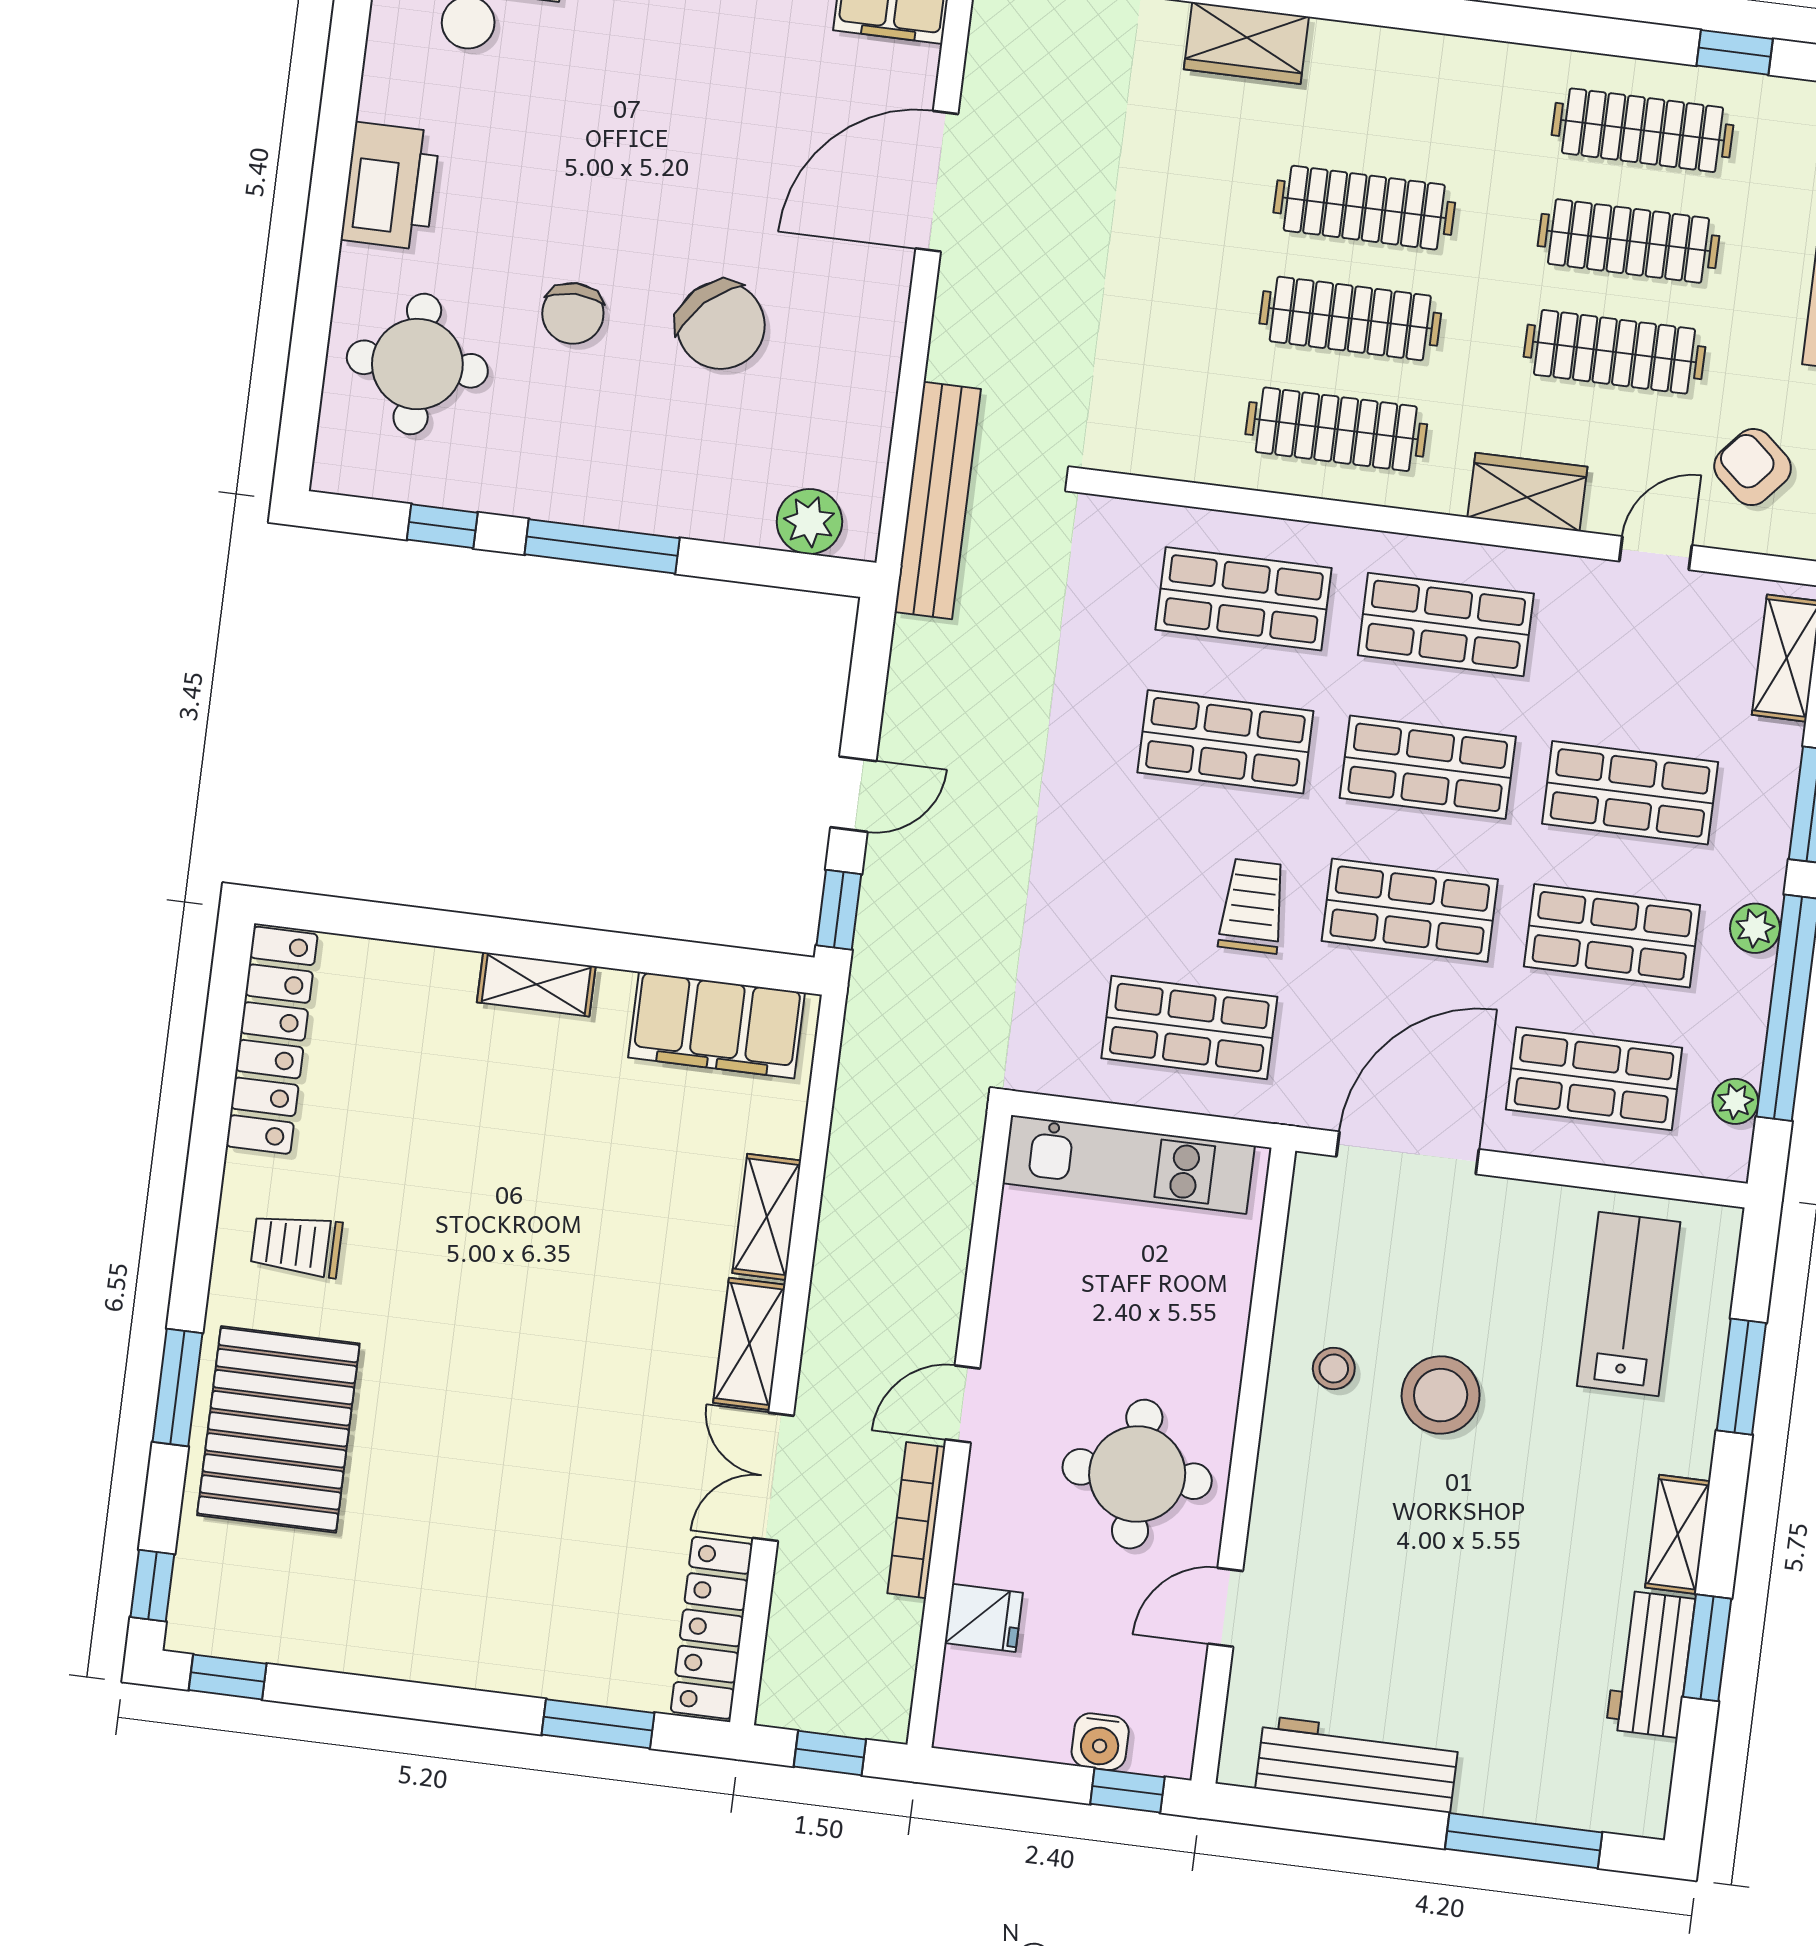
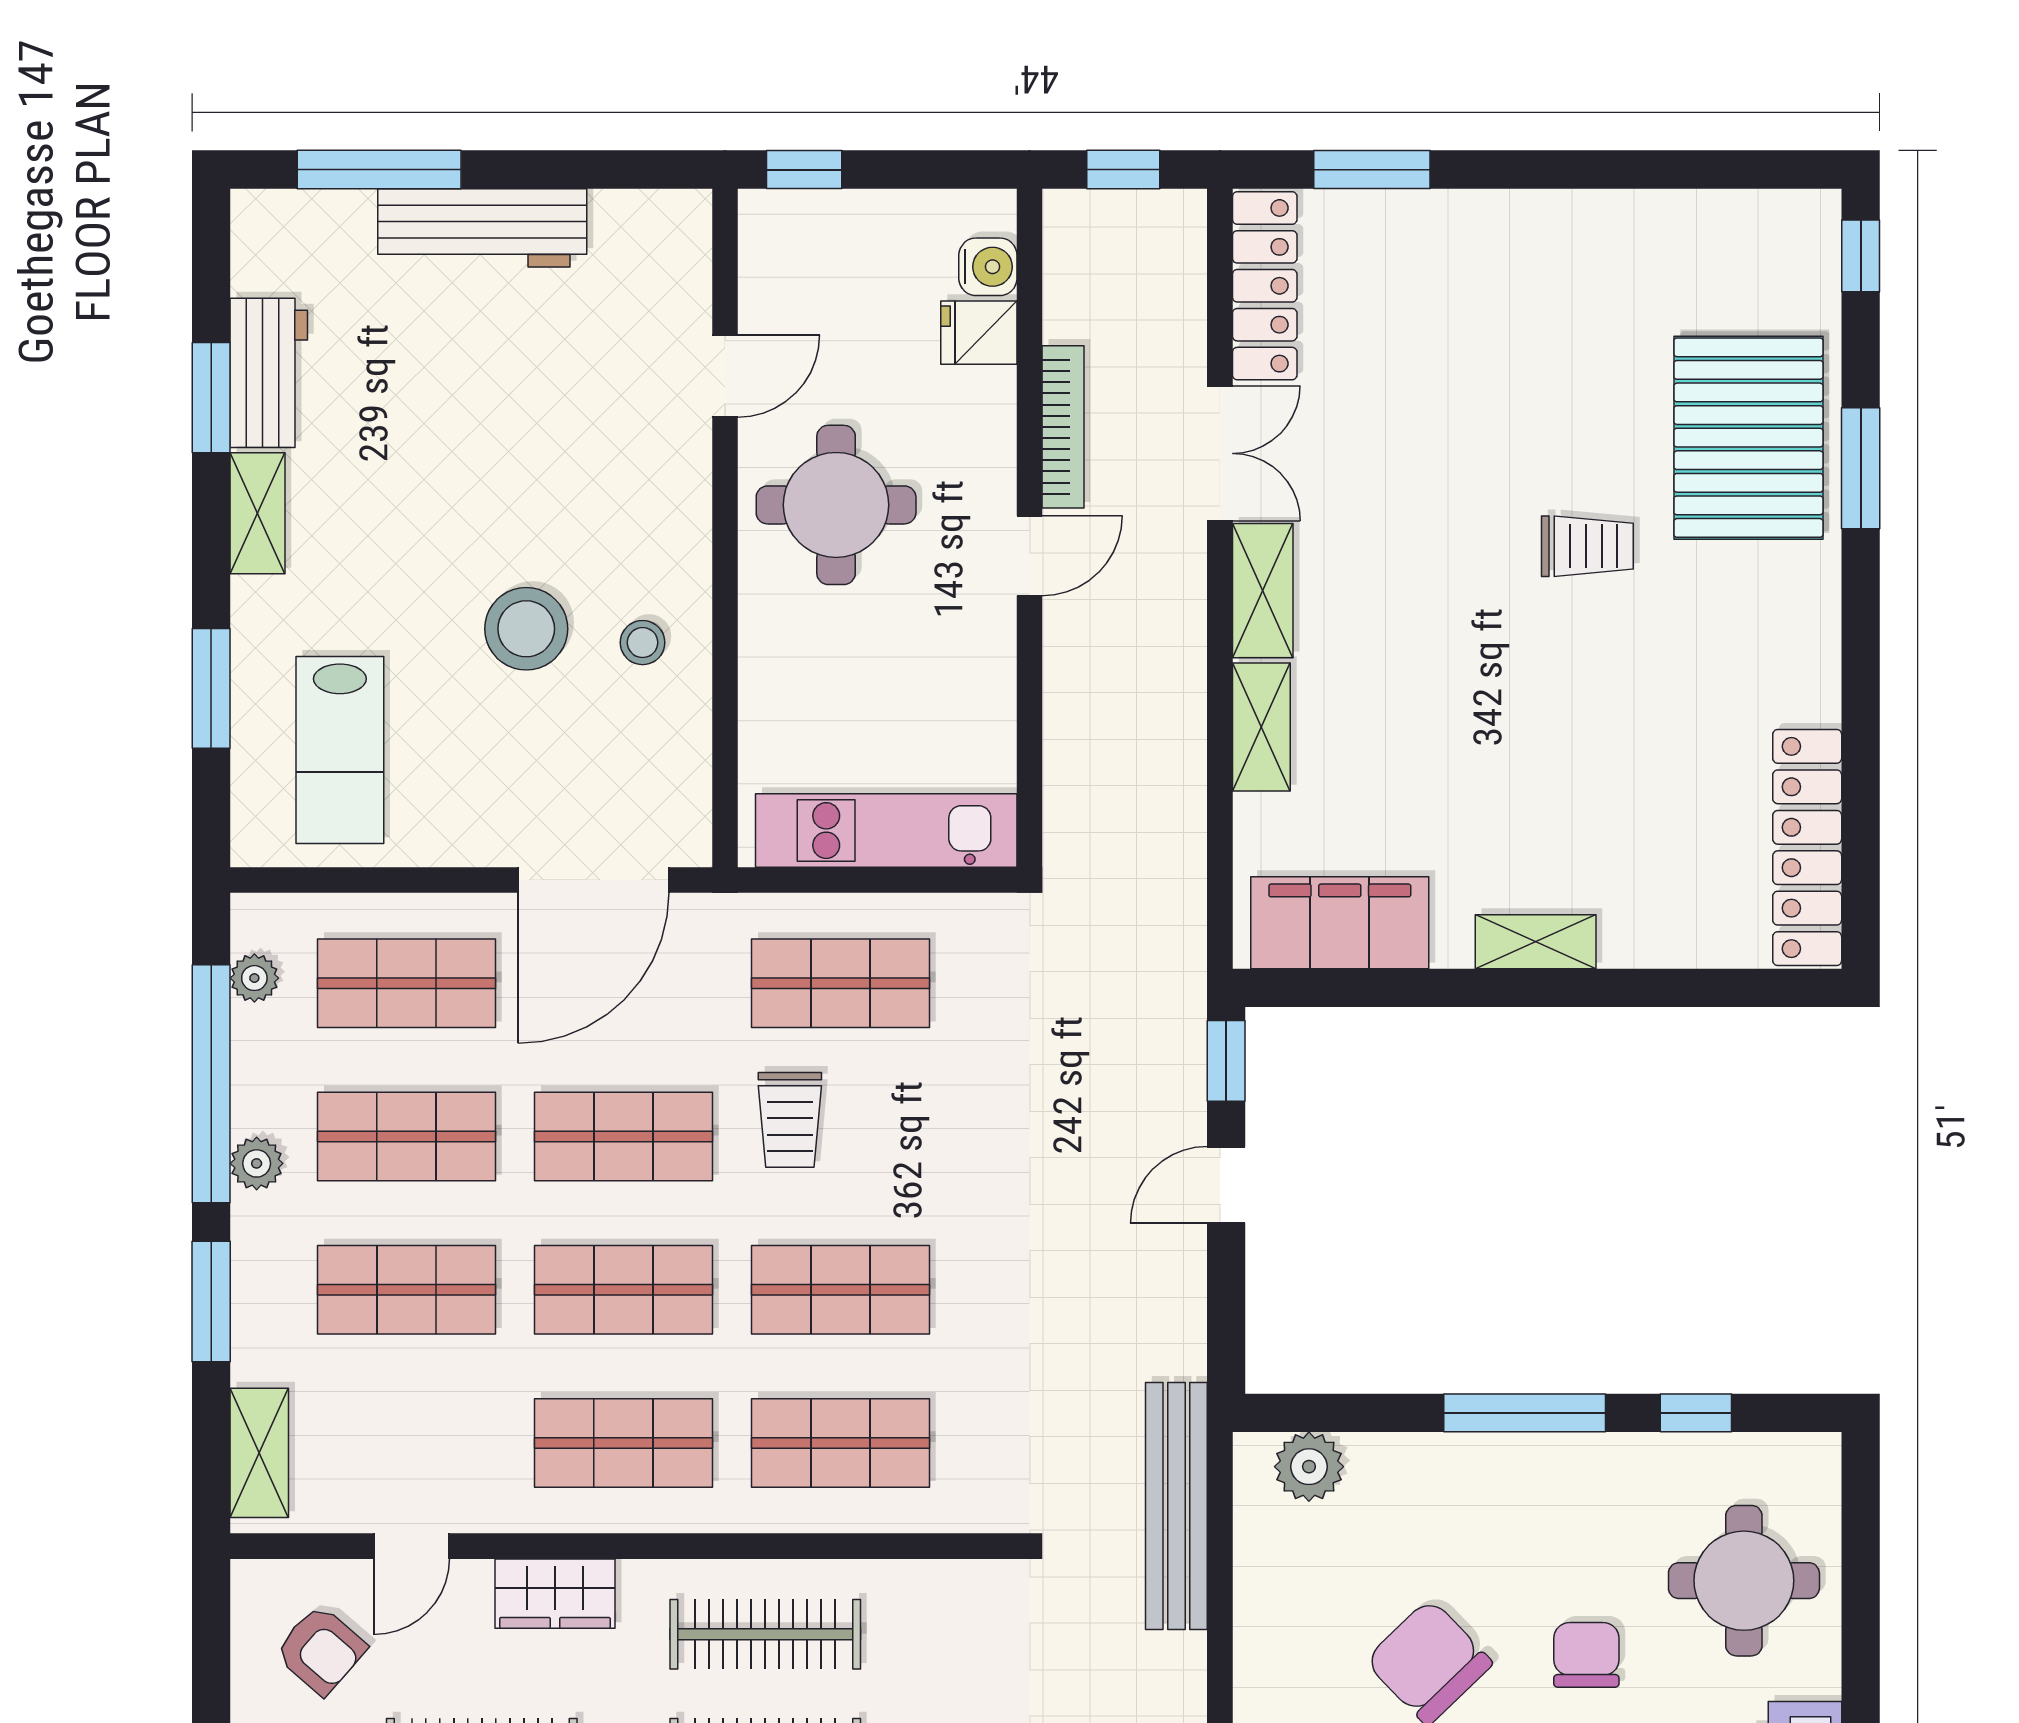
trolley: (297, 1245) -> (1587, 546), moved
window: (228, 1677) -> (1769, 170), removed
water cooler: (1100, 1742) -> (988, 267), moved, turned 90
workbench: (1357, 1764) -> (482, 228), moved

